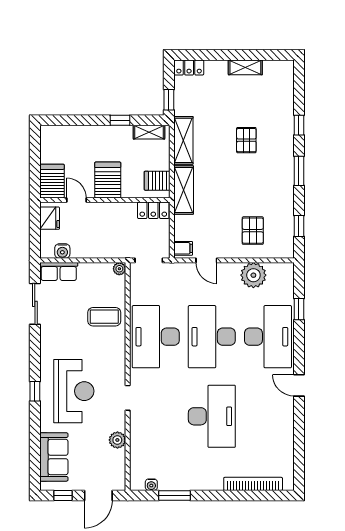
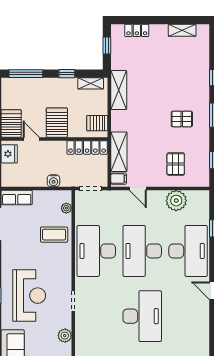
shelving: (245, 67) -> (182, 30), moved
locker: (189, 68) -> (137, 30), moved
window: (169, 100) -> (107, 46), moved
window: (70, 120) -> (26, 74), added
pallet: (246, 140) -> (182, 119), moved, turned 90
shelving: (184, 190) -> (119, 152), moved
locker: (153, 210) -> (87, 147), width x1.53
water cooler: (62, 251) -> (53, 181), moved
plant: (119, 269) -> (66, 208), moved

